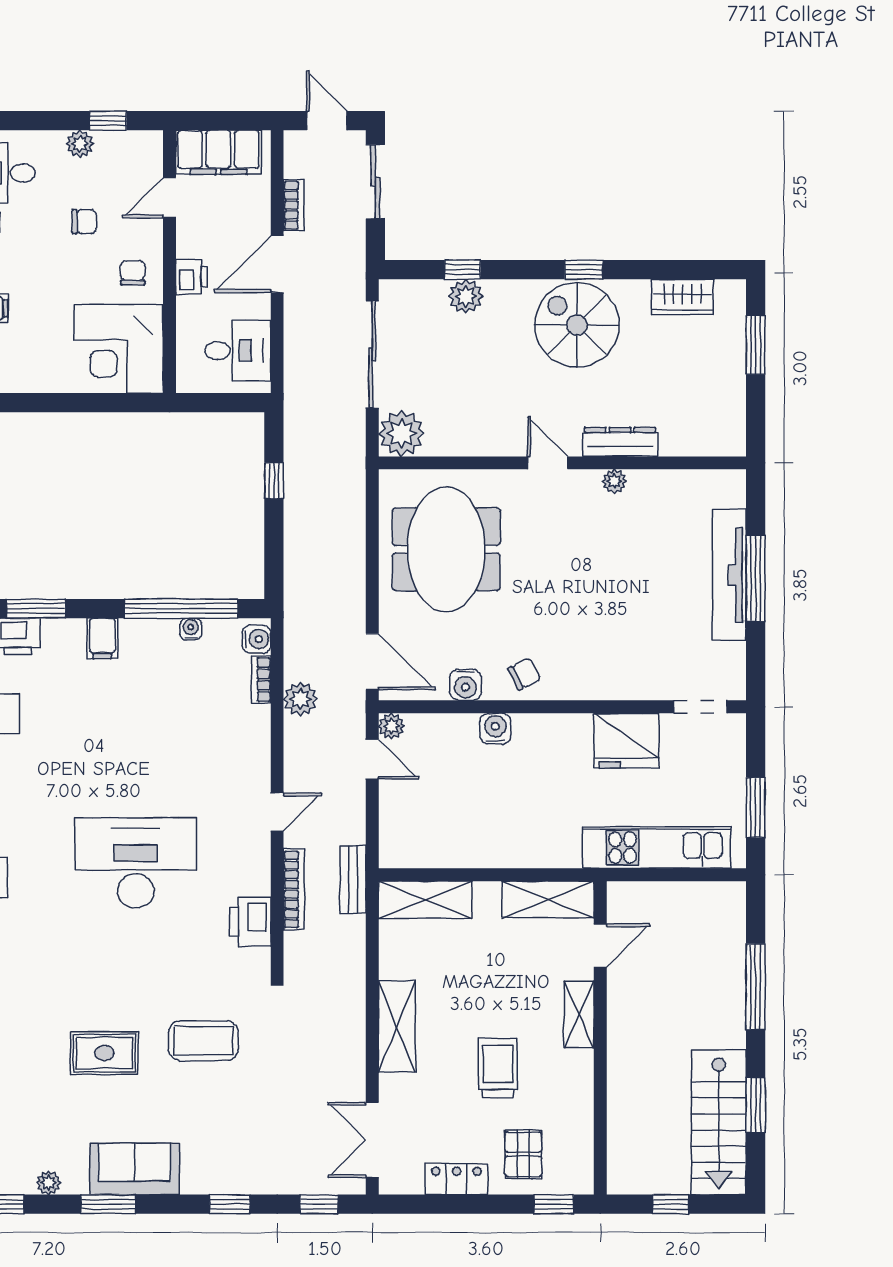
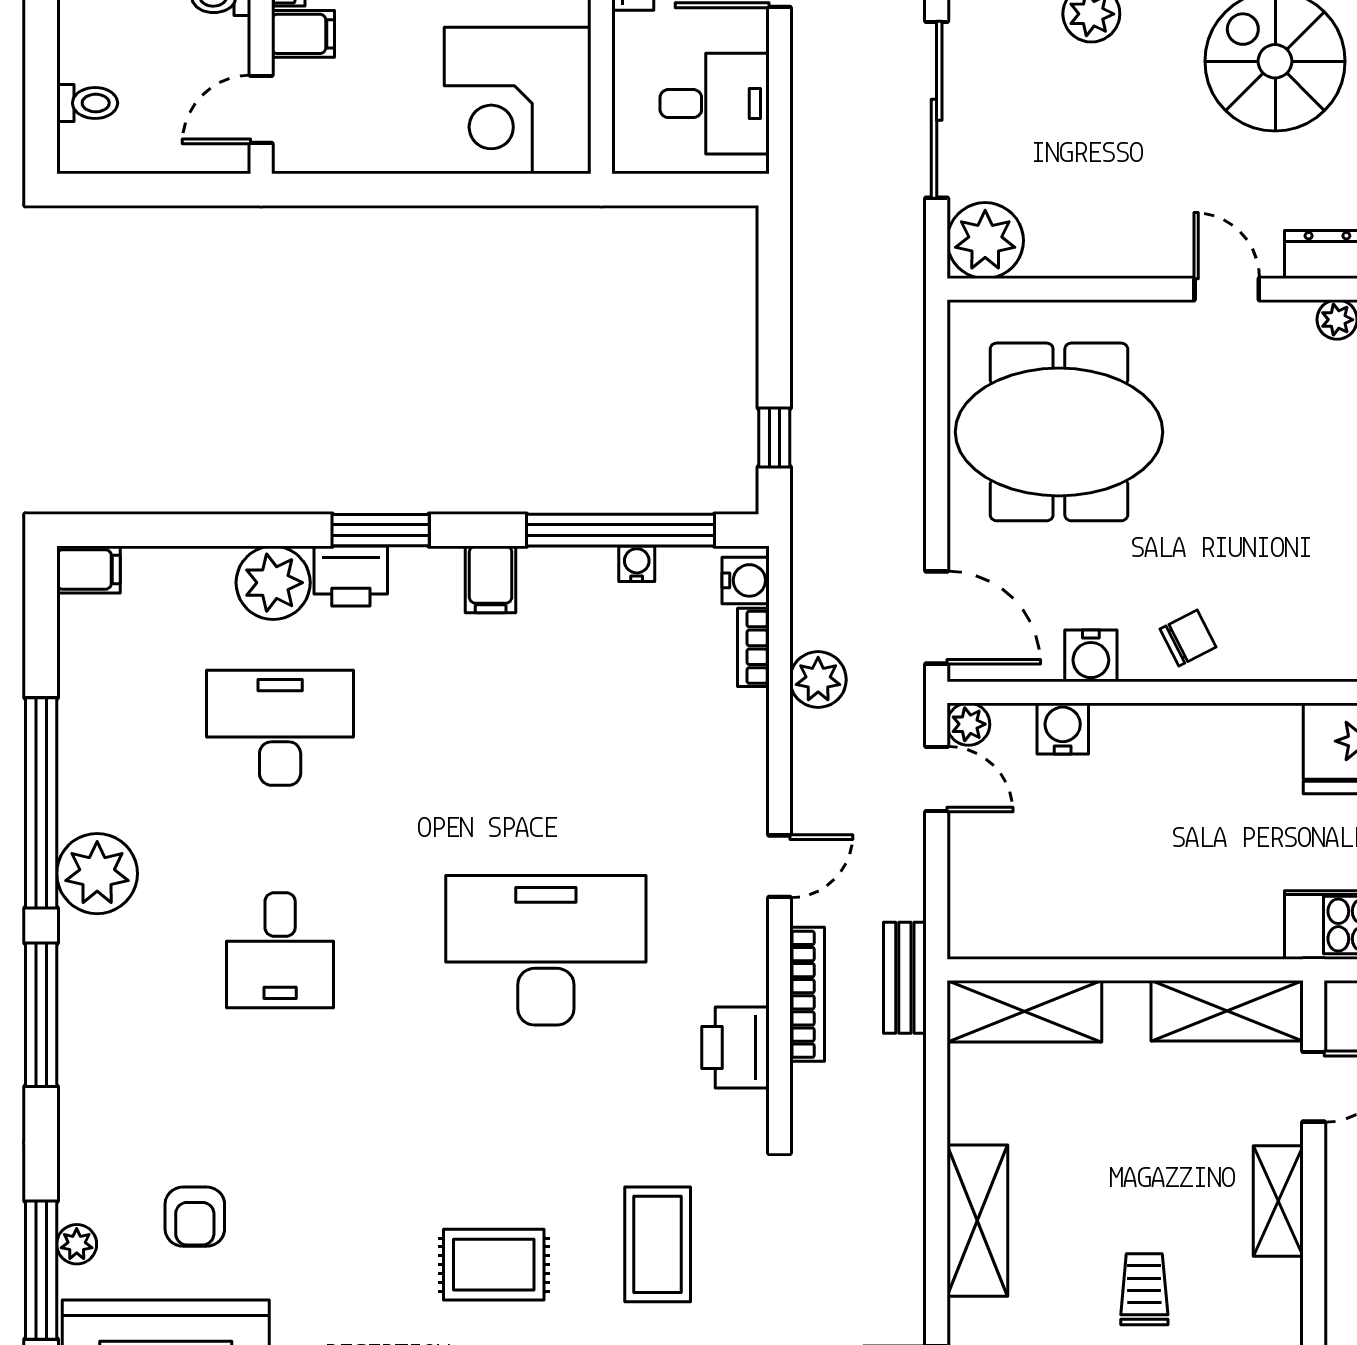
window: (274, 481) -> (774, 438), moved
meeting table: (446, 549) -> (1059, 432), turned 90
water cooler: (495, 729) -> (1063, 728), moved
coffee table: (203, 1041) -> (658, 1244), turned 90
trolley: (498, 1068) -> (1144, 1289), width x0.73, depth x0.72

